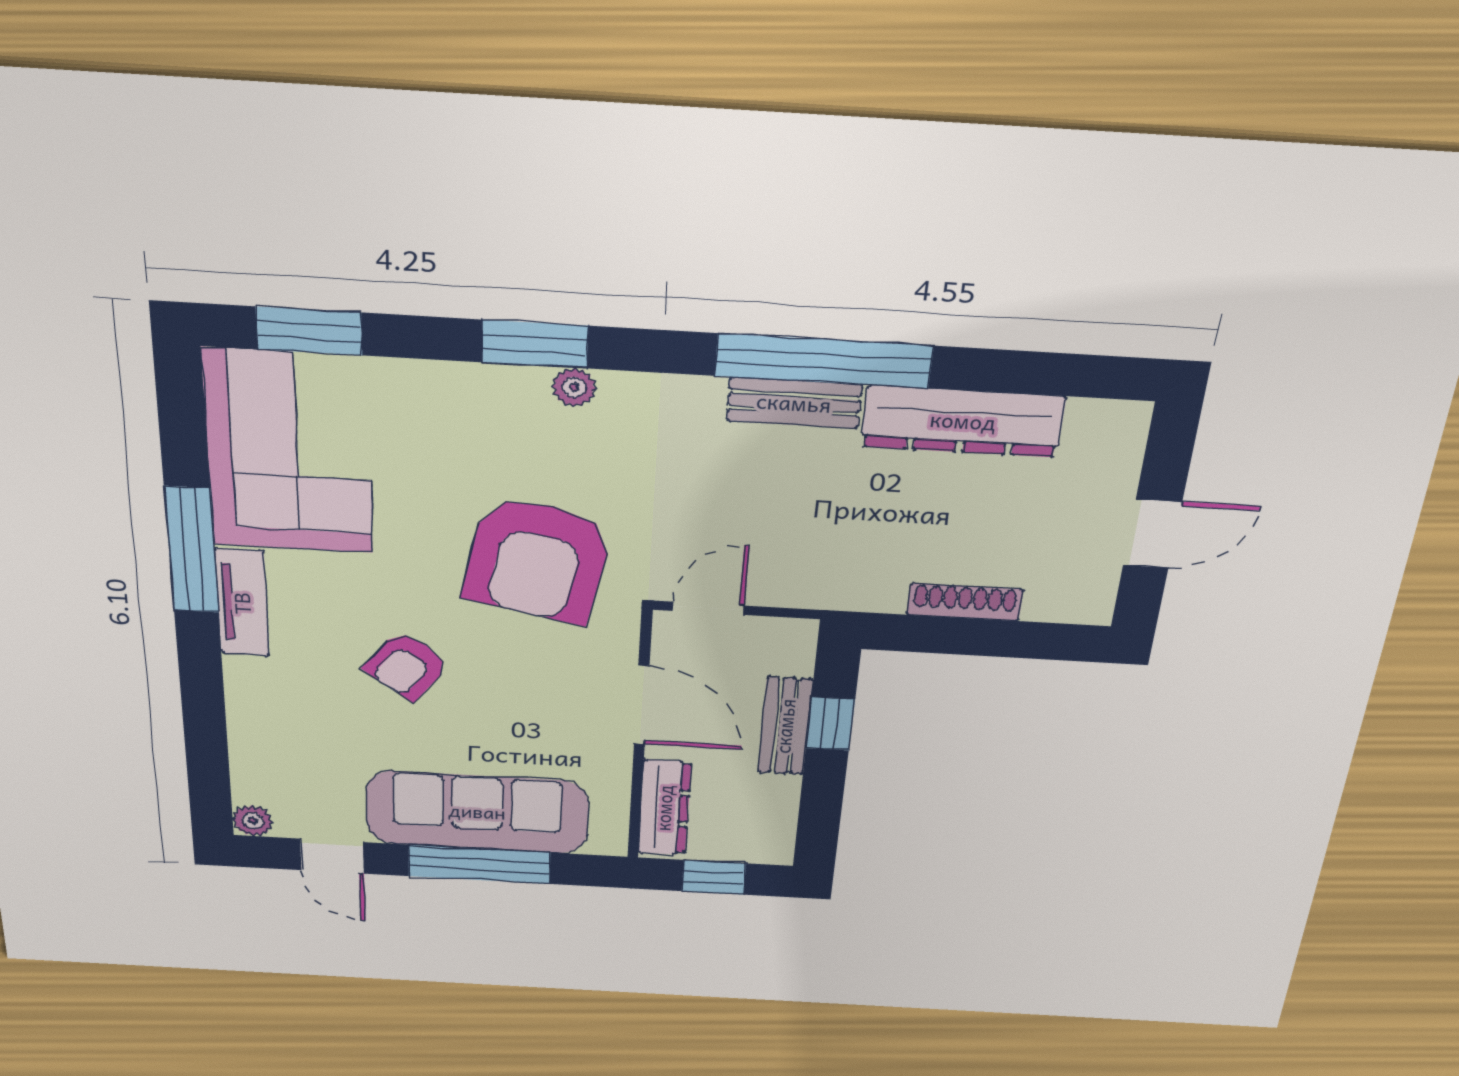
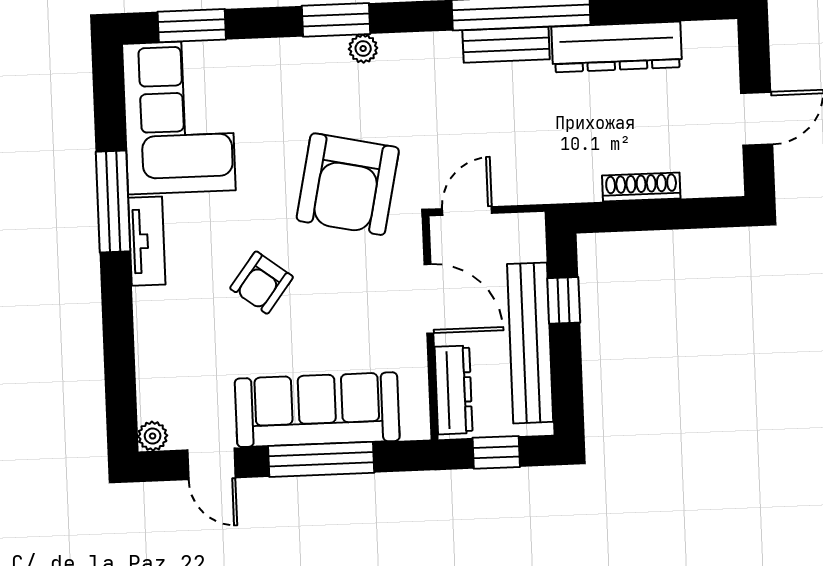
bench: (785, 726) -> (530, 343), width x1.86, depth x1.21

